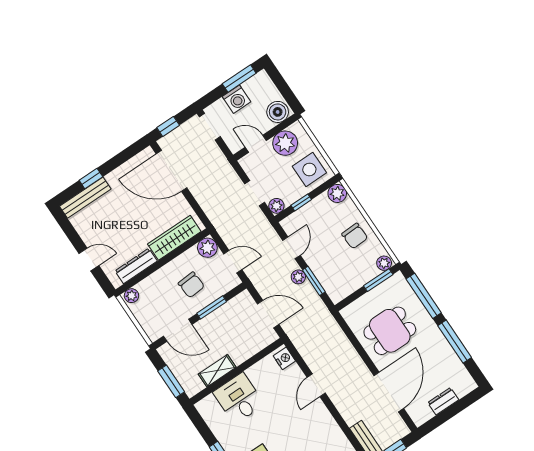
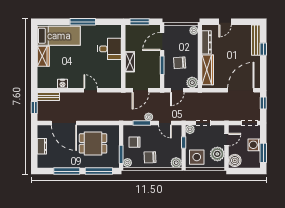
chair: (348, 273) -> (135, 142), added
dining table: (390, 331) -> (93, 143), turned 90
nightstand: (284, 358) -> (62, 84), moved
shelving: (217, 371) -> (130, 62), moved

